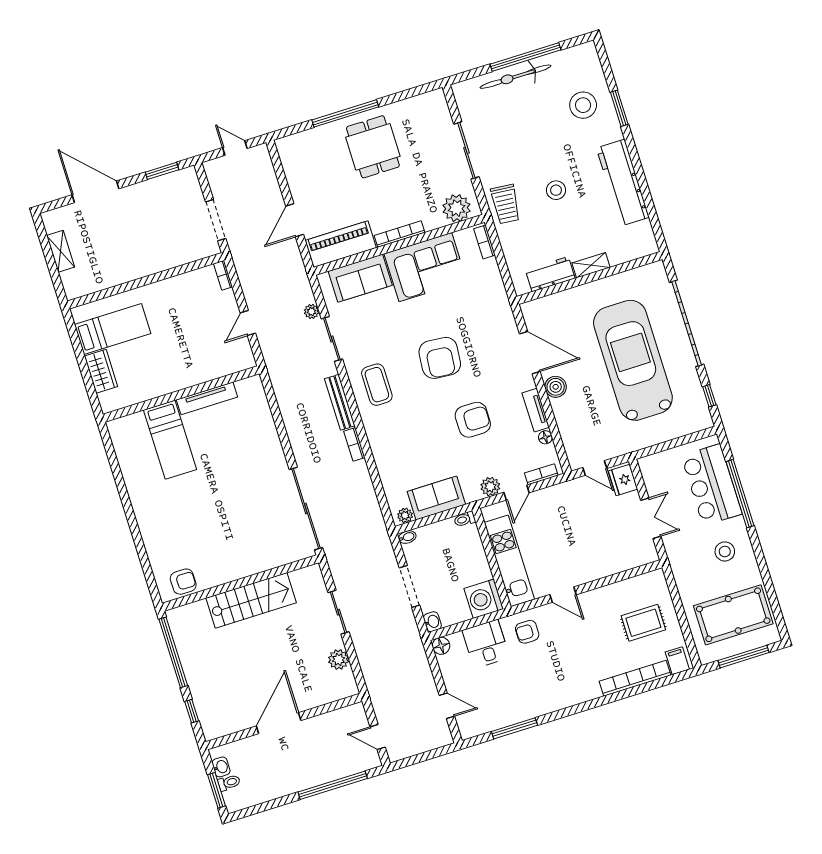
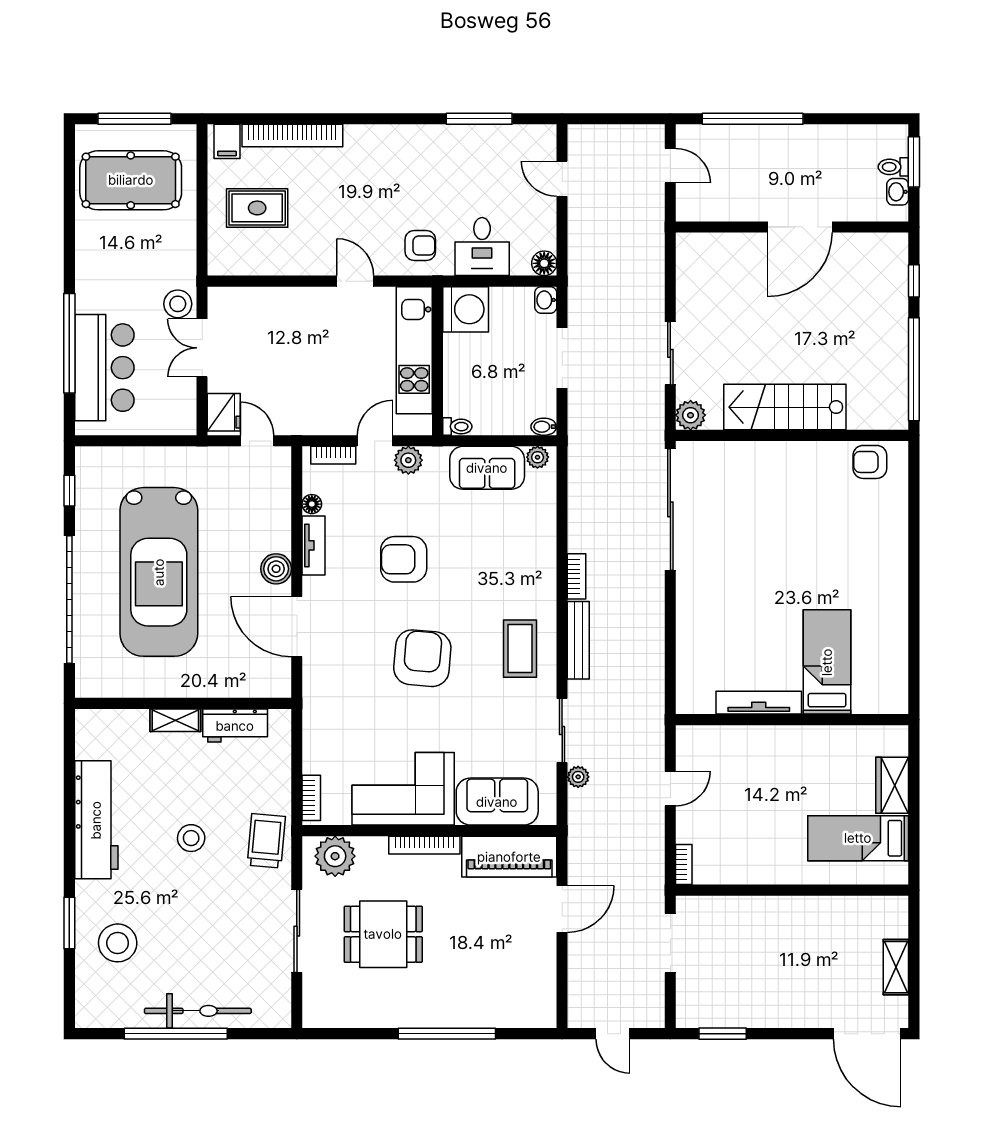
dining table: (373, 147) -> (383, 934), moved, turned 90
door: (95, 192) -> (867, 1034), moved
stool: (725, 551) -> (178, 304), moved
plant: (339, 660) -> (691, 415), moved

